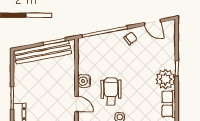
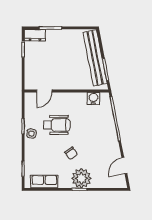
chair: (130, 38) -> (71, 153), moved
plant: (165, 79) -> (81, 178), moved
water cooler: (84, 81) -> (93, 98), moved

